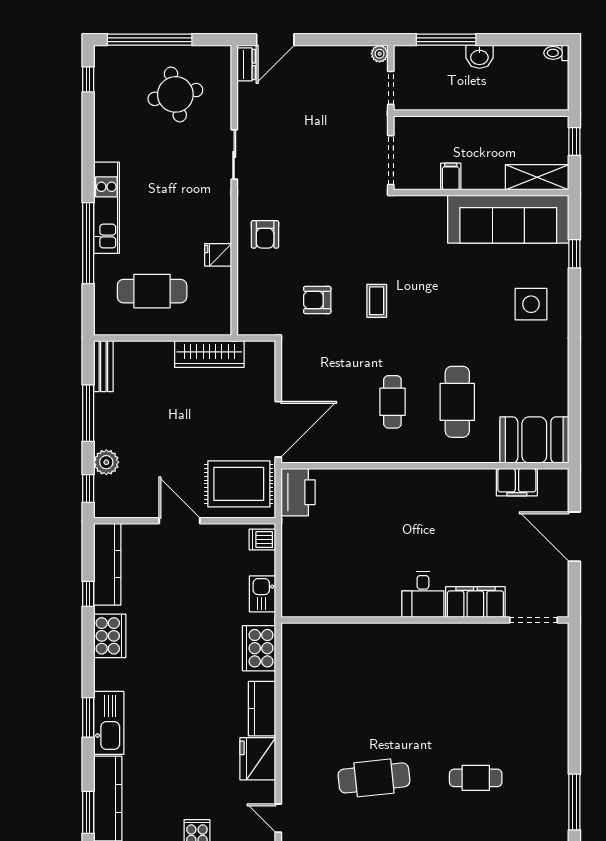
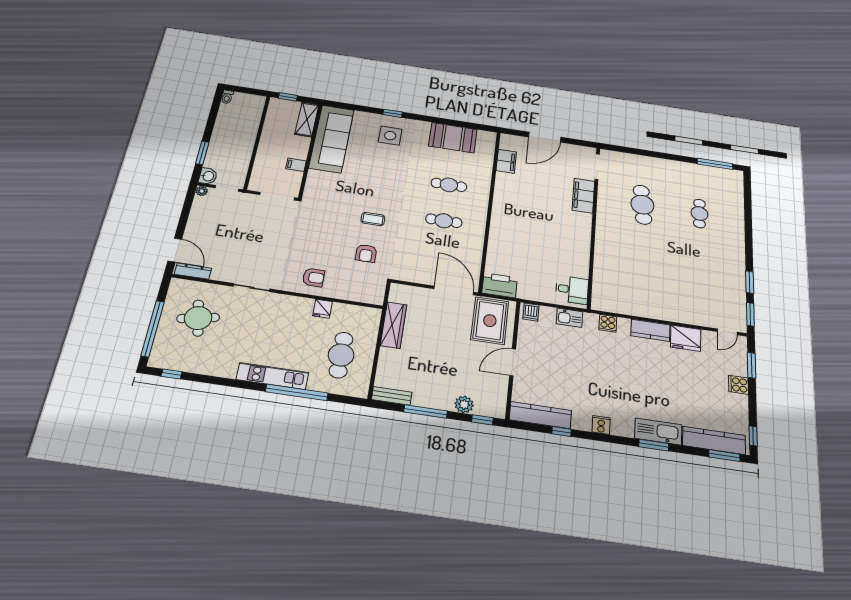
window: (446, 40) -> (202, 153), width x0.69
washbasin: (479, 57) -> (208, 176), moved
dresser: (246, 64) -> (193, 271), width x1.44
window: (574, 254) -> (393, 113), moved
cafe table: (457, 402) -> (449, 185), width x0.73, depth x0.74
booth: (534, 440) -> (453, 138), moved, turned 90
desk: (423, 595) -> (572, 290), moved
cooker: (110, 636) -> (601, 425), width x0.53, depth x0.76
cooker: (259, 648) -> (608, 323), width x0.53, depth x0.76
cafe table: (374, 778) -> (642, 205), moved

